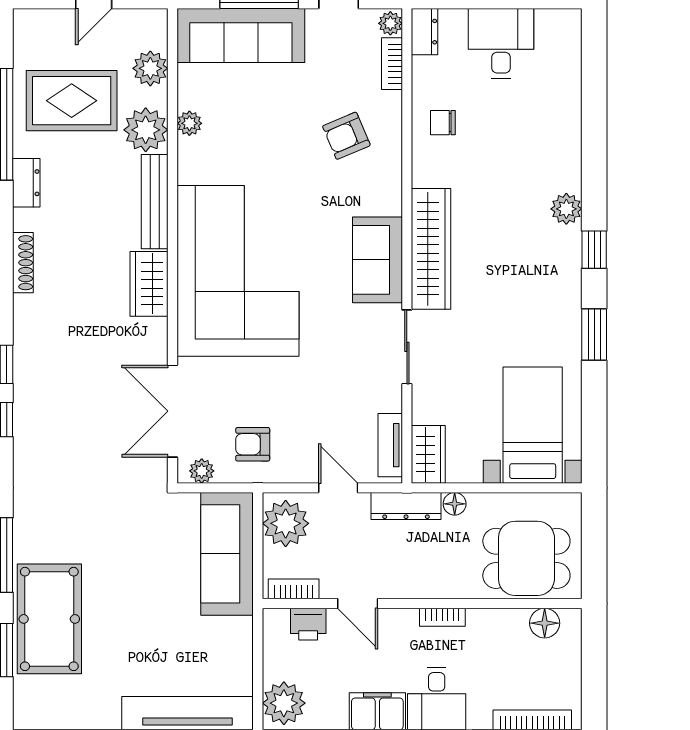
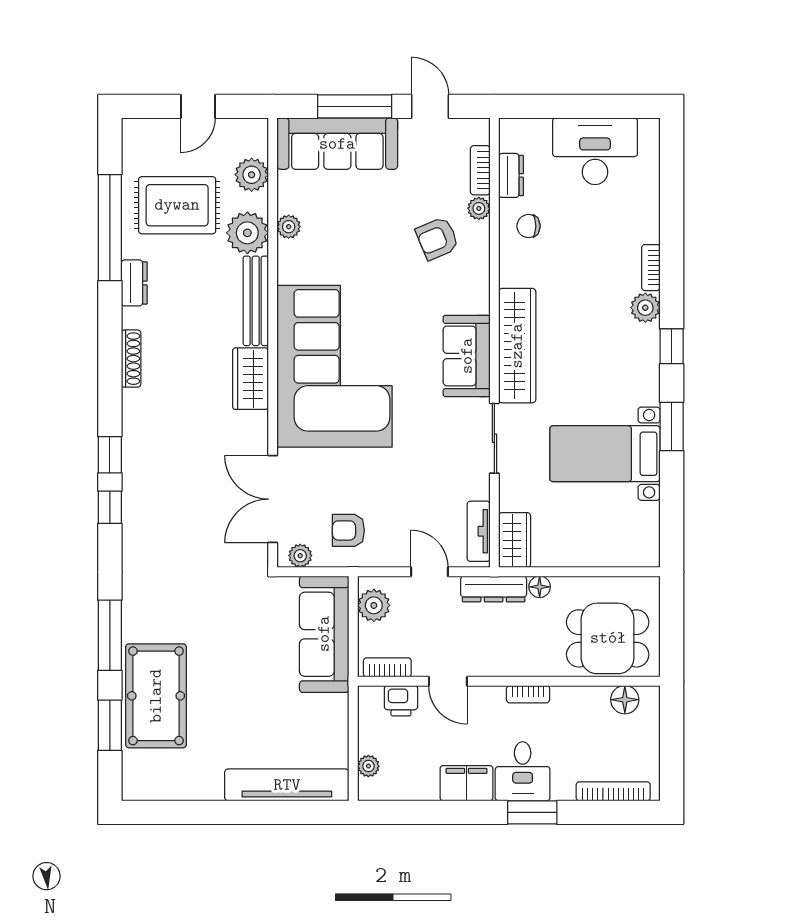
plant: (390, 23) -> (479, 208), moved
dresser: (424, 32) -> (511, 175), moved
desk: (501, 44) -> (595, 151), width x1.37
bookcase: (572, 166) -> (651, 268), added
bed with nightstands: (533, 425) -> (605, 454), moved, turned -90
plant: (286, 523) -> (374, 605), width x0.73, depth x0.73
plant: (284, 703) -> (368, 766), width x0.53, depth x0.53

